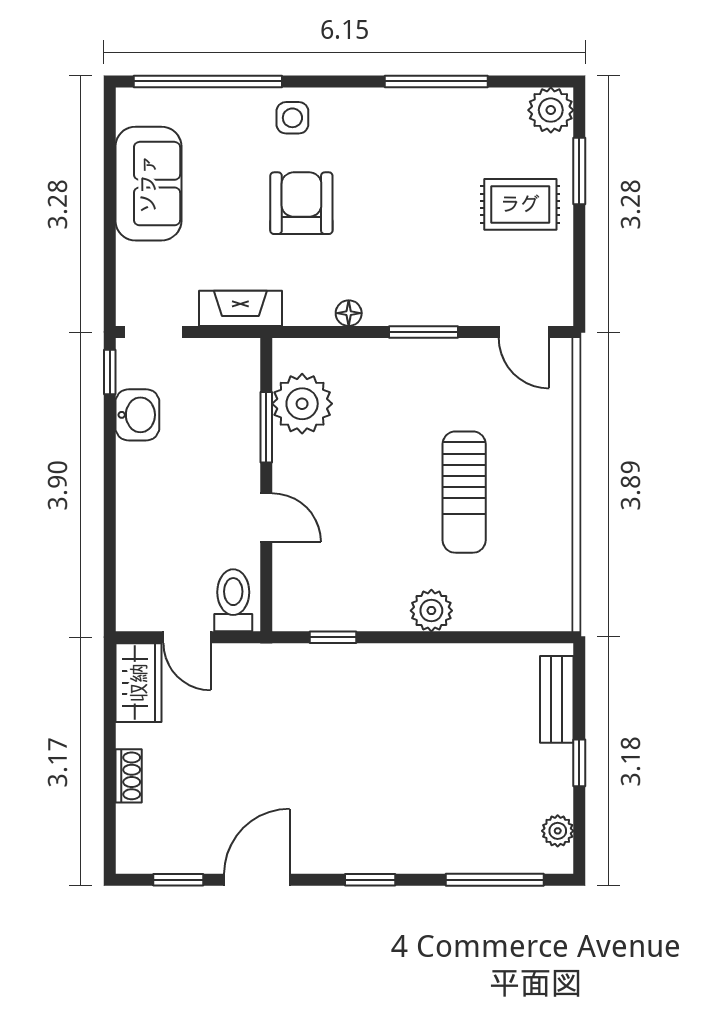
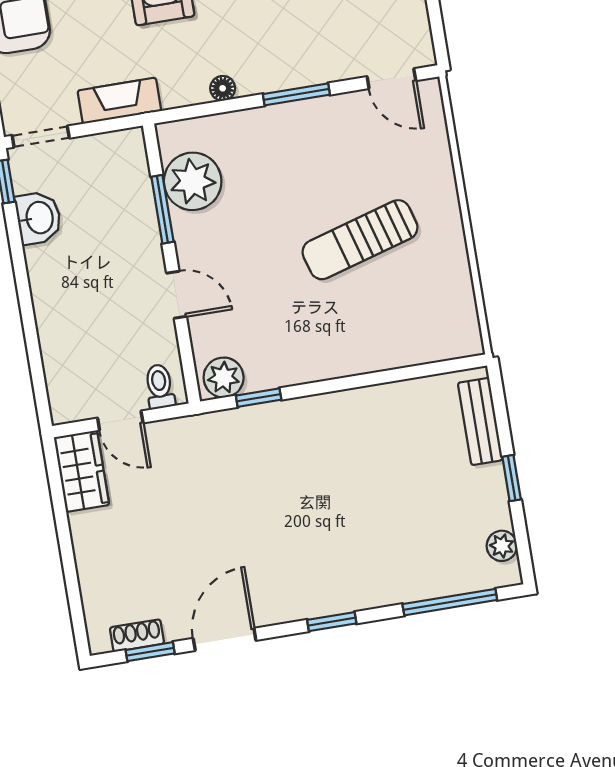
sun lounger: (464, 492) -> (360, 240), turned 74
toilet: (233, 600) -> (160, 387), width x0.73, depth x0.72
plant: (431, 611) -> (224, 377), moved
shoe rack: (129, 776) -> (137, 636), moved, turned -90

